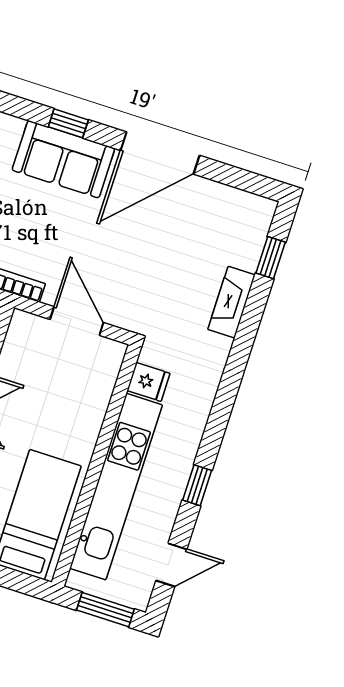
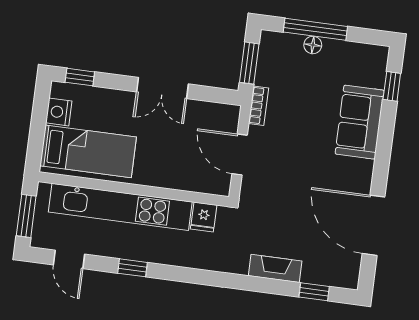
window: (68, 123) -> (392, 86), moved
door: (160, 153) -> (374, 225), moved
door: (77, 321) -> (240, 154), swing flipped

